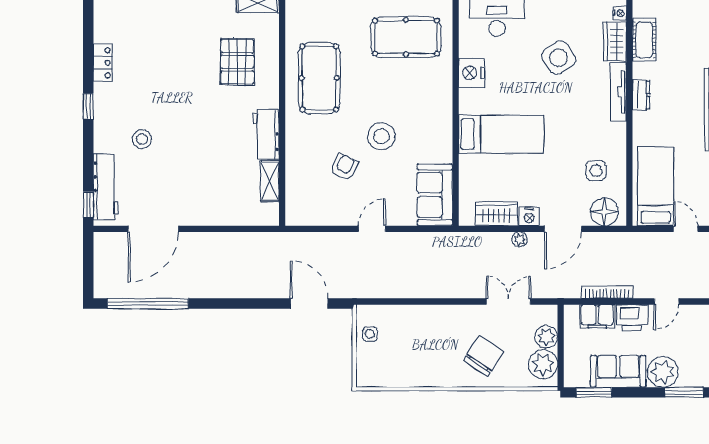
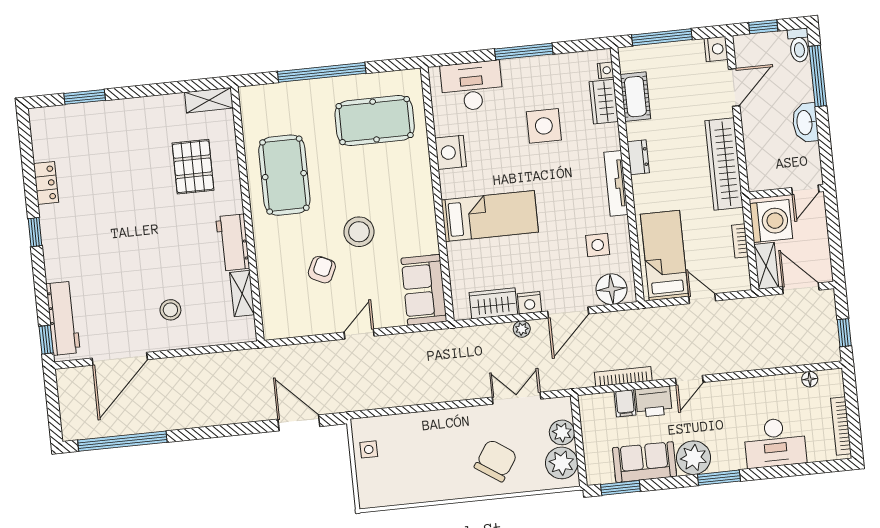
side table: (559, 58) -> (544, 126), turned 34
tv unit: (618, 92) -> (616, 183), moved
stool: (142, 139) -> (170, 310), moved
filing cabinet: (597, 316) -> (625, 403), width x0.50

